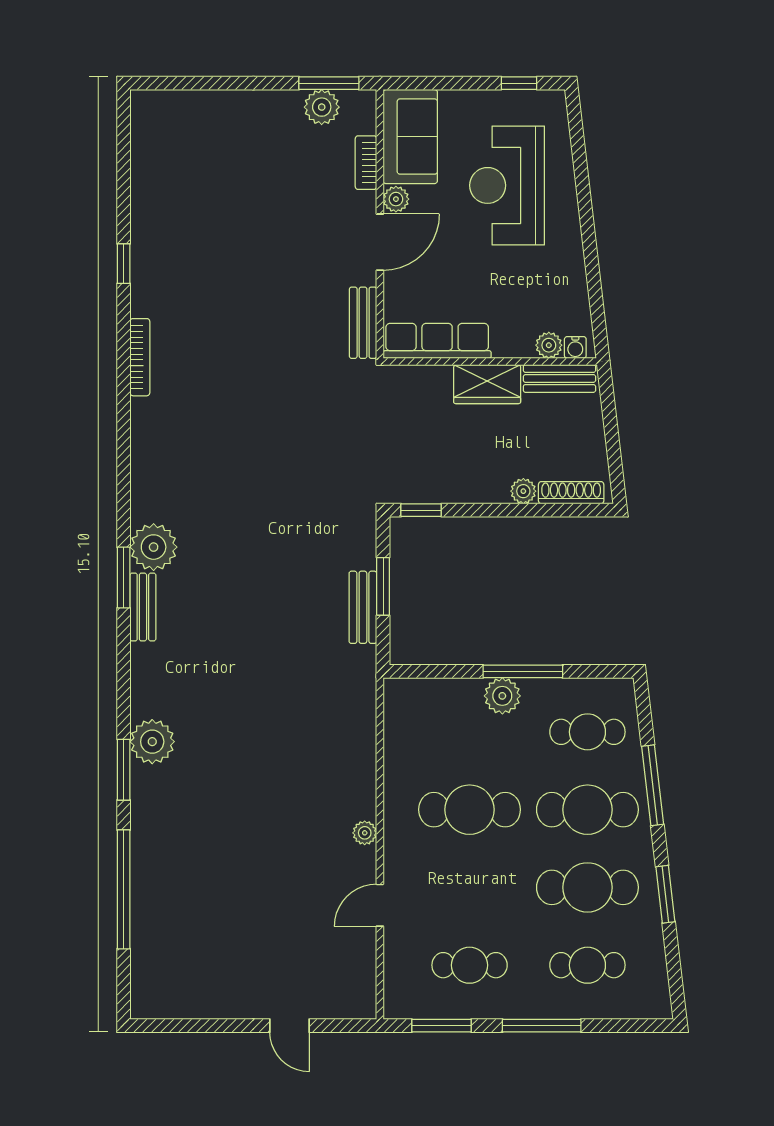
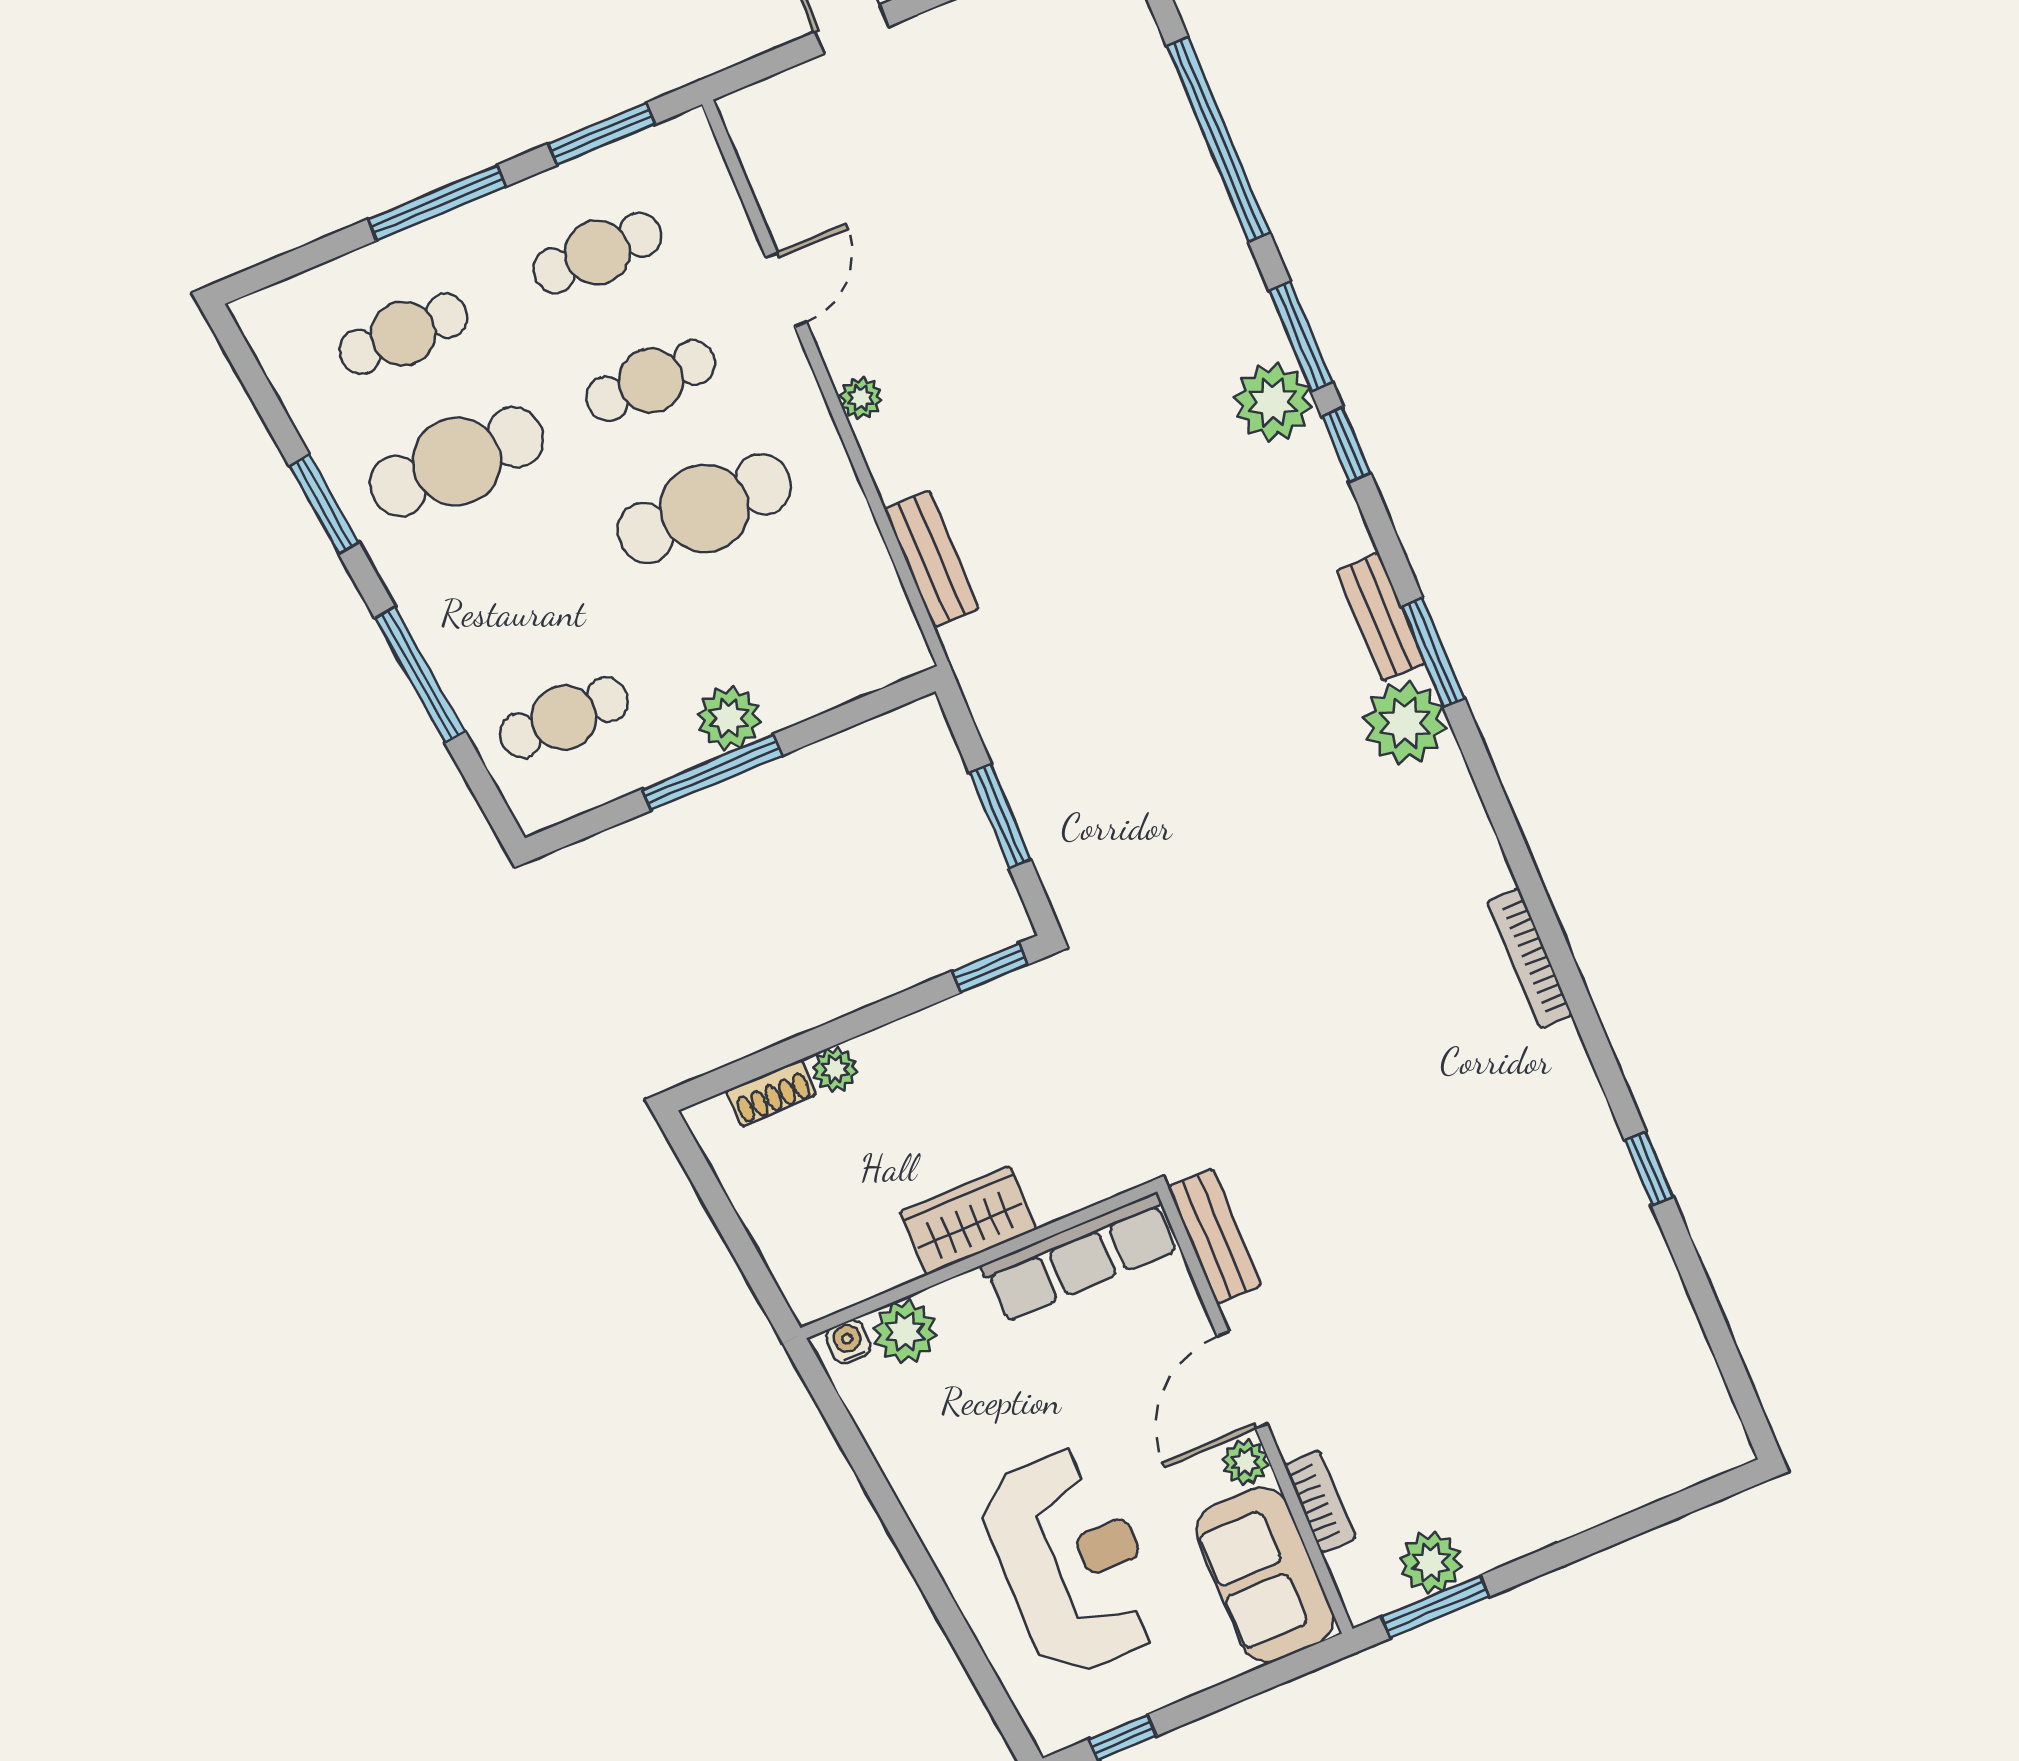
plant: (549, 345) -> (905, 1332), width x1.38, depth x1.38
bookcase: (140, 357) -> (1530, 958), moved
bench: (559, 378) -> (853, 1280), removed
shoe rack: (571, 493) -> (771, 1093), width x0.70
bench: (363, 607) -> (931, 559), moved
window: (124, 704) -> (1346, 445), added
cafe table: (587, 810) -> (651, 380), moved, width x0.73, depth x0.74

